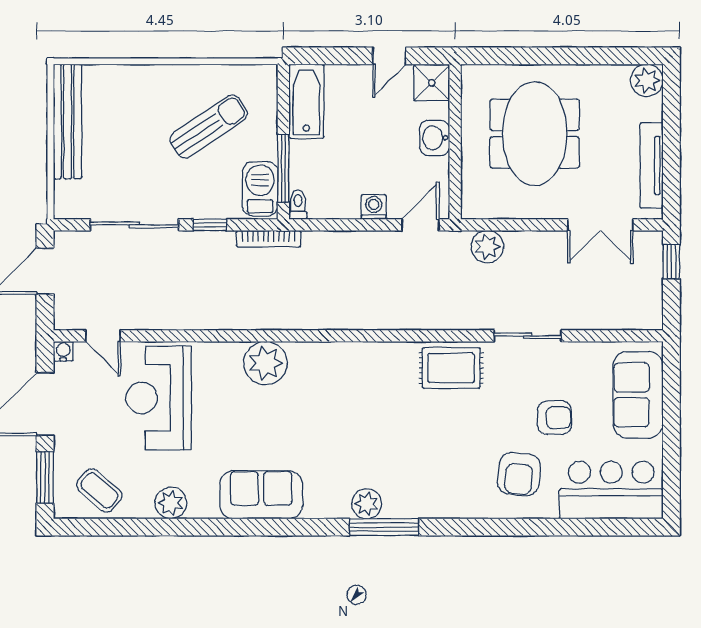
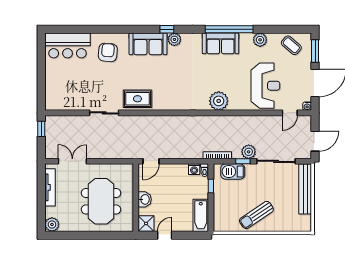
bench: (68, 122) -> (305, 189), moved
sun lounger: (209, 127) -> (256, 215), moved
window: (283, 168) -> (211, 186), width x0.46
barbecue: (260, 189) -> (233, 172), moved, turned 90
washing machine: (374, 207) -> (194, 169), moved
plant: (487, 247) -> (249, 152), moved
window: (671, 262) -> (41, 129), moved
door: (103, 336) -> (290, 113), swing flipped
sofa: (638, 395) -> (148, 44), moved, turned 90
armchair: (554, 418) -> (92, 77), removed
window: (241, 527) -> (229, 29), added
window: (384, 527) -> (167, 29), width x0.46

